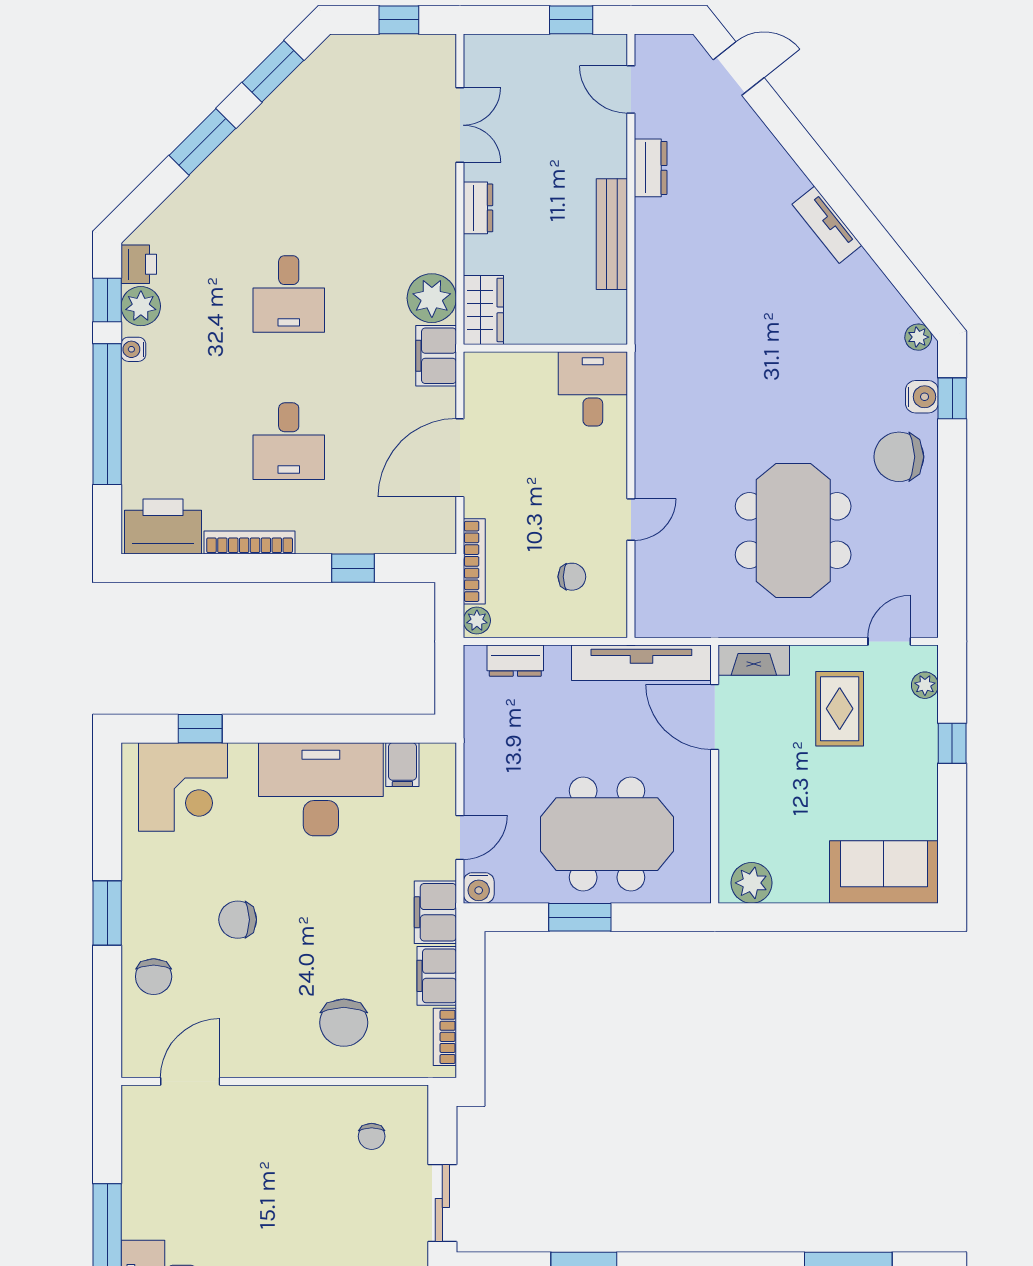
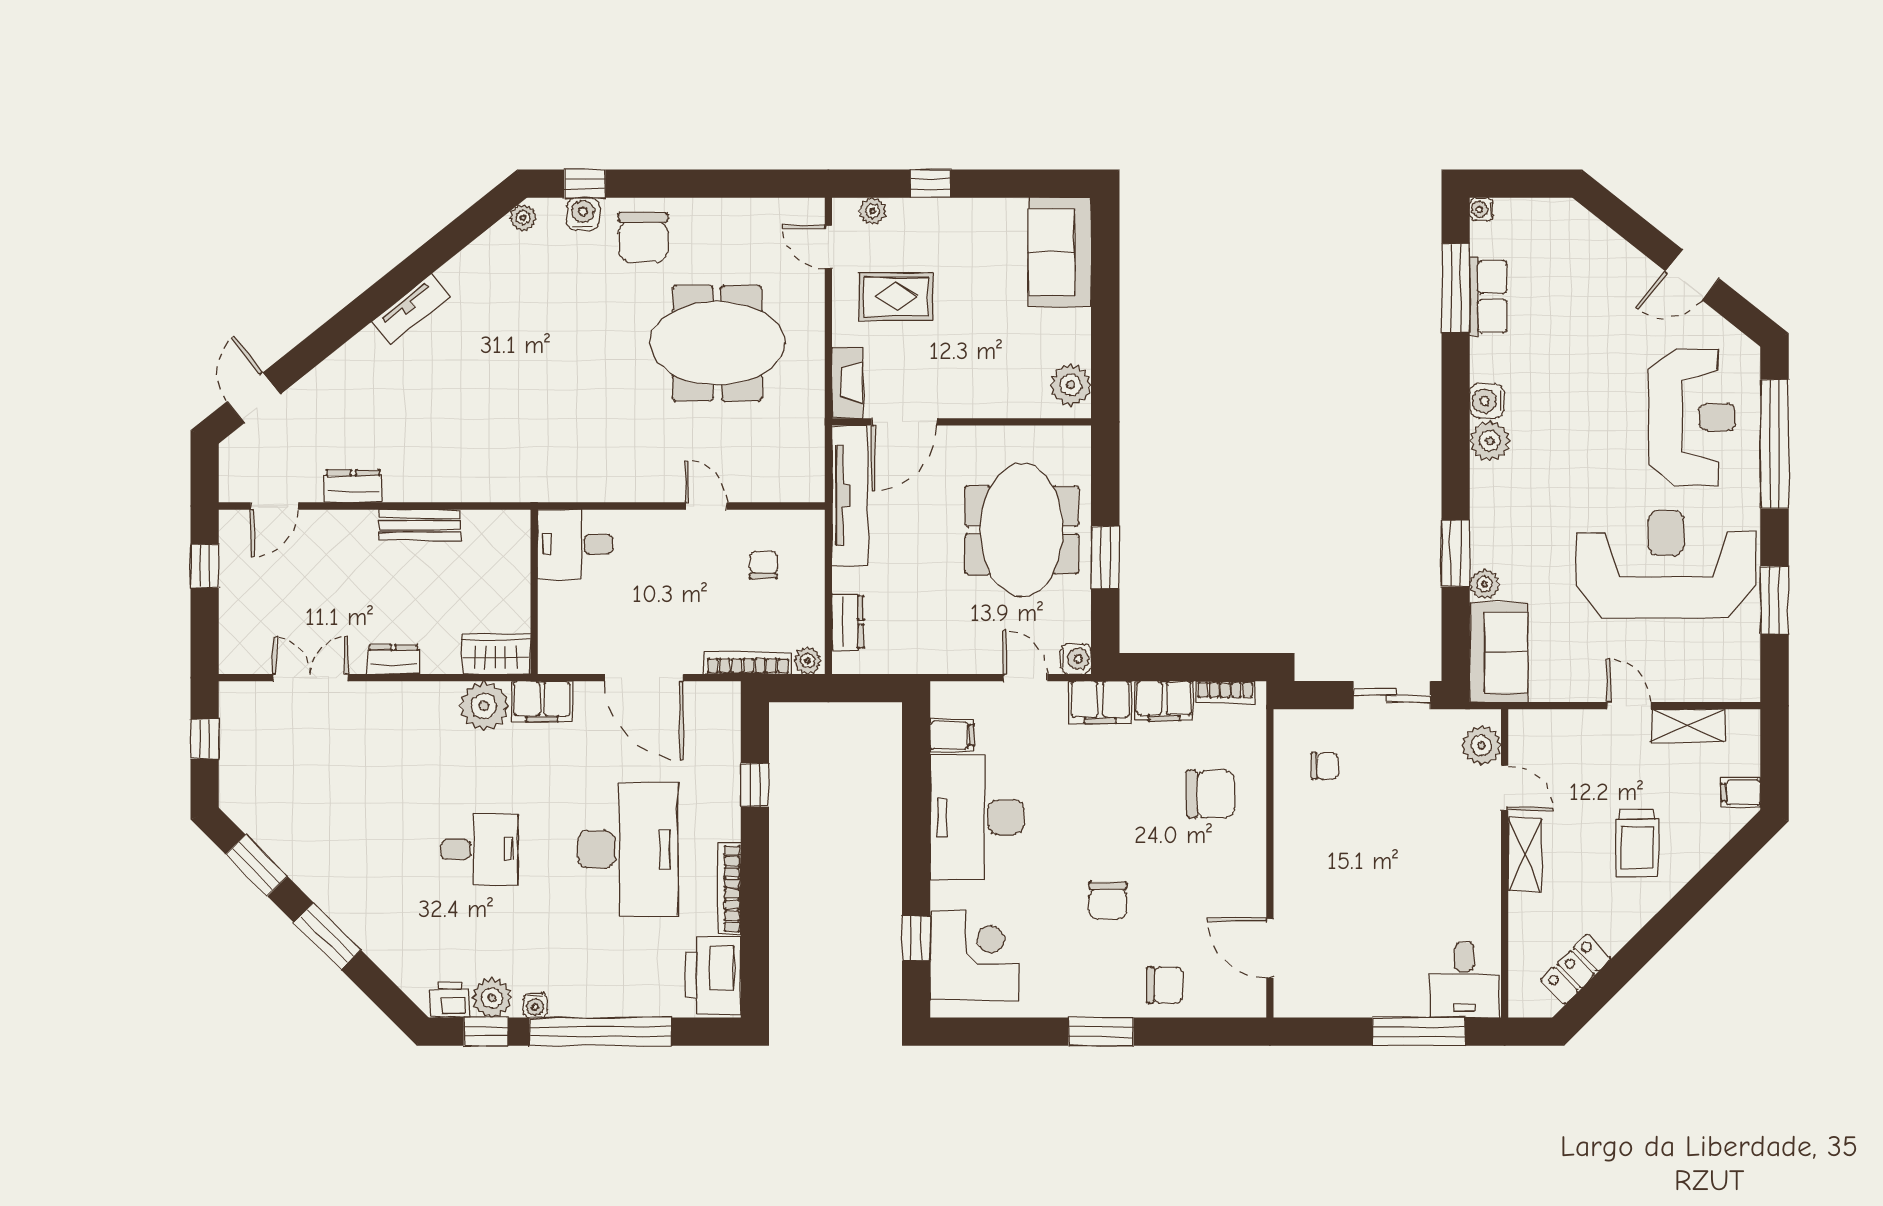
bench: (612, 234) -> (420, 525), width x0.73
desk: (289, 441) -> (627, 849), width x1.87, depth x1.30

